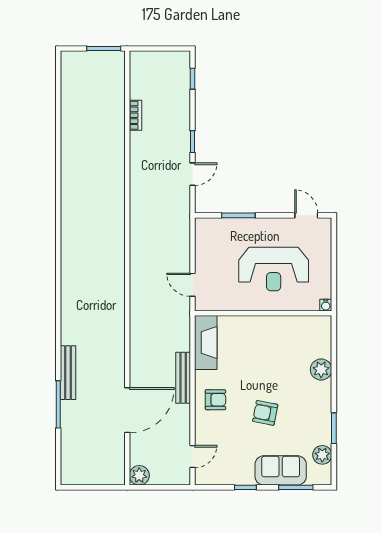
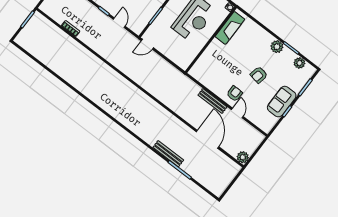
door: (192, 285) -> (147, 44), moved
fireplace: (206, 342) -> (230, 28), moved, turned 90
plant: (321, 370) -> (277, 47), moved
door: (192, 457) -> (237, 113), moved
sofa: (281, 470) -> (282, 102), moved

